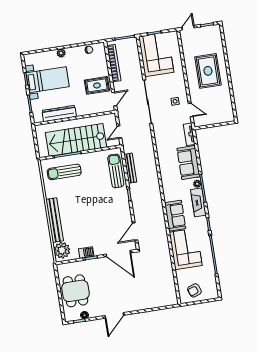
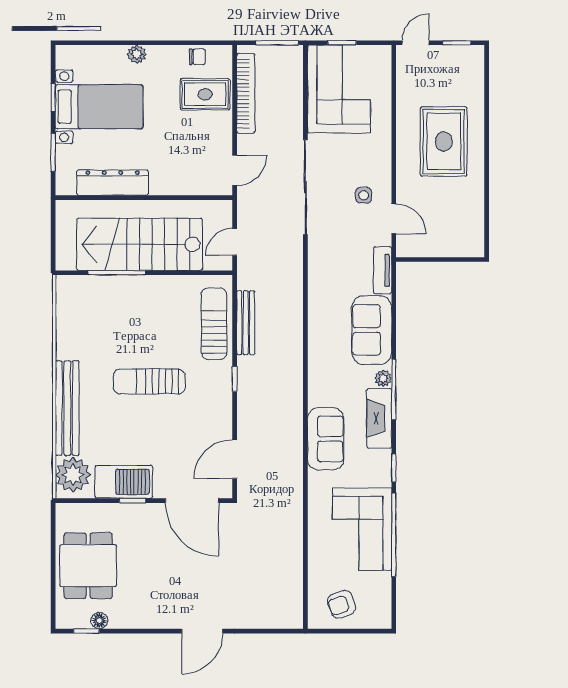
rug: (97, 85) -> (205, 94), moved
sun lounger: (64, 172) -> (149, 381), moved
corner sofa: (186, 249) -> (362, 529), moved, turned 180
barbecue: (86, 252) -> (124, 482), width x1.88, depth x1.53
door: (114, 315) -> (202, 631), moved

